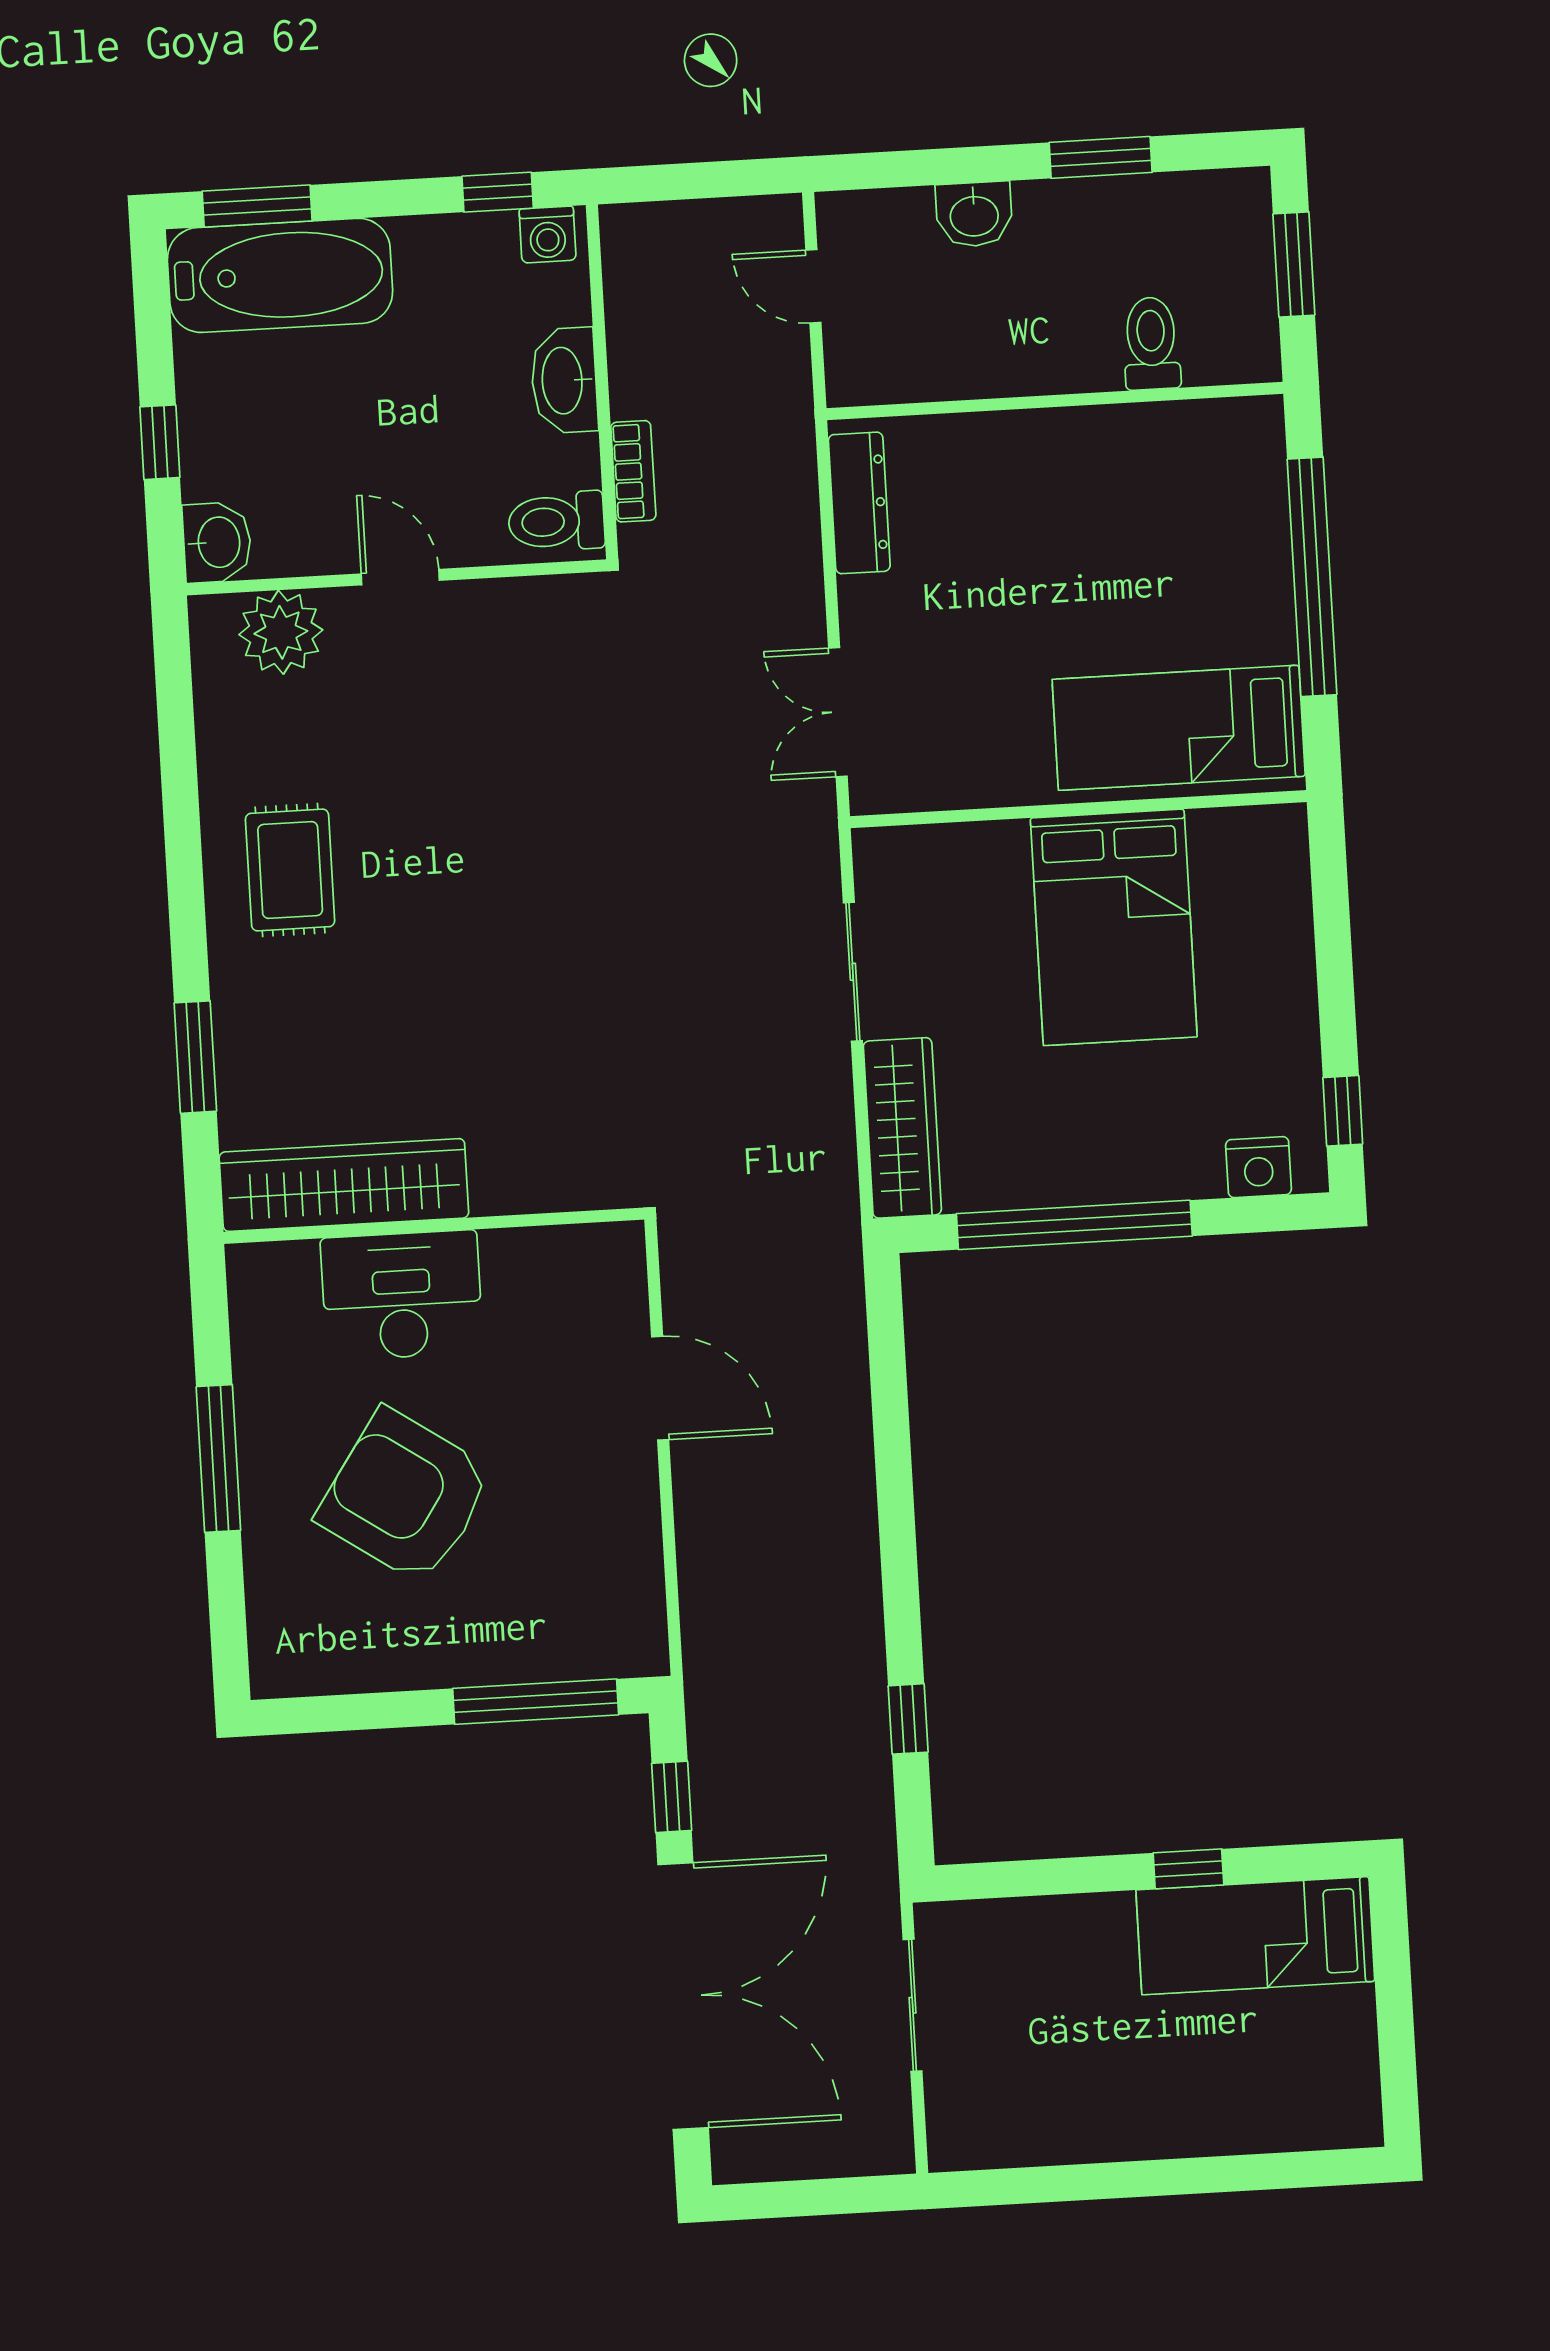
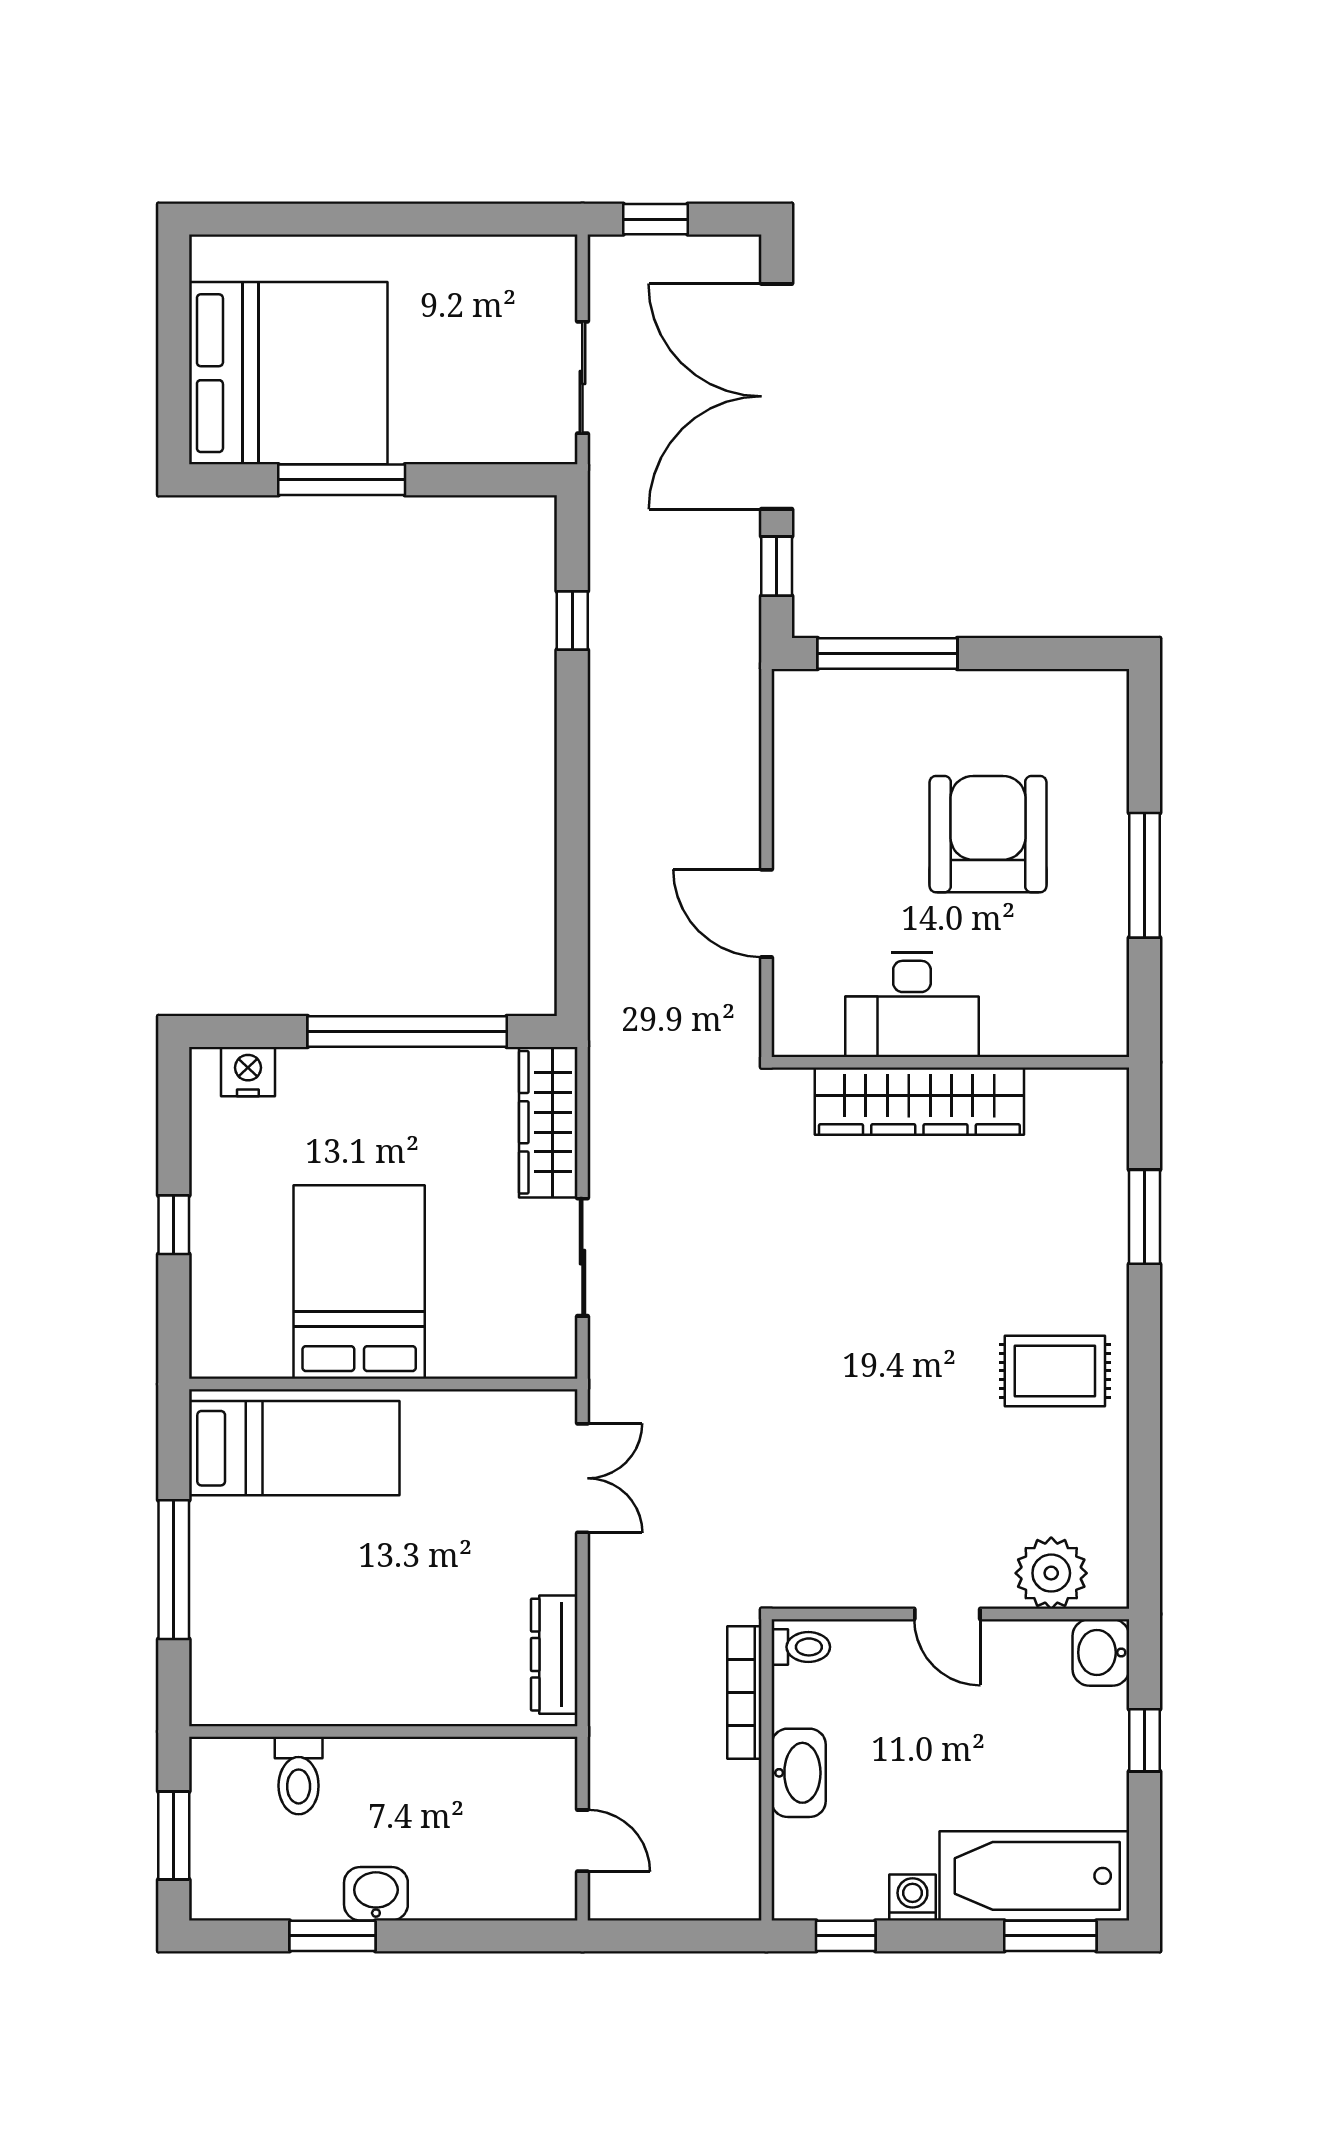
washbasin: (974, 214) -> (376, 1894), moved
washing machine: (548, 234) -> (912, 1898), moved
bookcase: (633, 471) -> (744, 1692), width x1.56
toilet: (556, 521) -> (801, 1647), width x0.73, depth x0.72
window: (1312, 577) -> (174, 1570), width x0.68
rug: (290, 870) -> (1055, 1371), turned 90
window: (1343, 1111) -> (174, 1225), moved
wardrobe: (344, 1185) -> (919, 1101), moved
desk: (402, 1295) -> (912, 1005), moved
armchair: (405, 1496) -> (988, 834), turned -124
window: (1188, 1869) -> (342, 480), width x2.17
bed: (1255, 1936) -> (288, 373), width x2.04
window: (837, 2196) -> (656, 219), added

